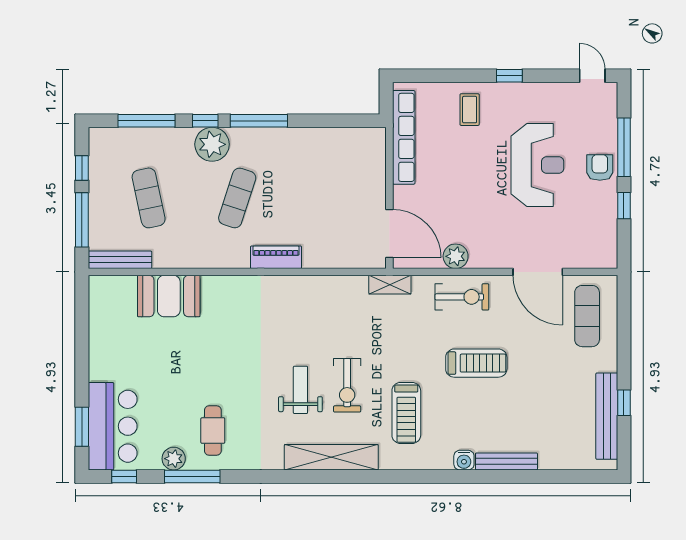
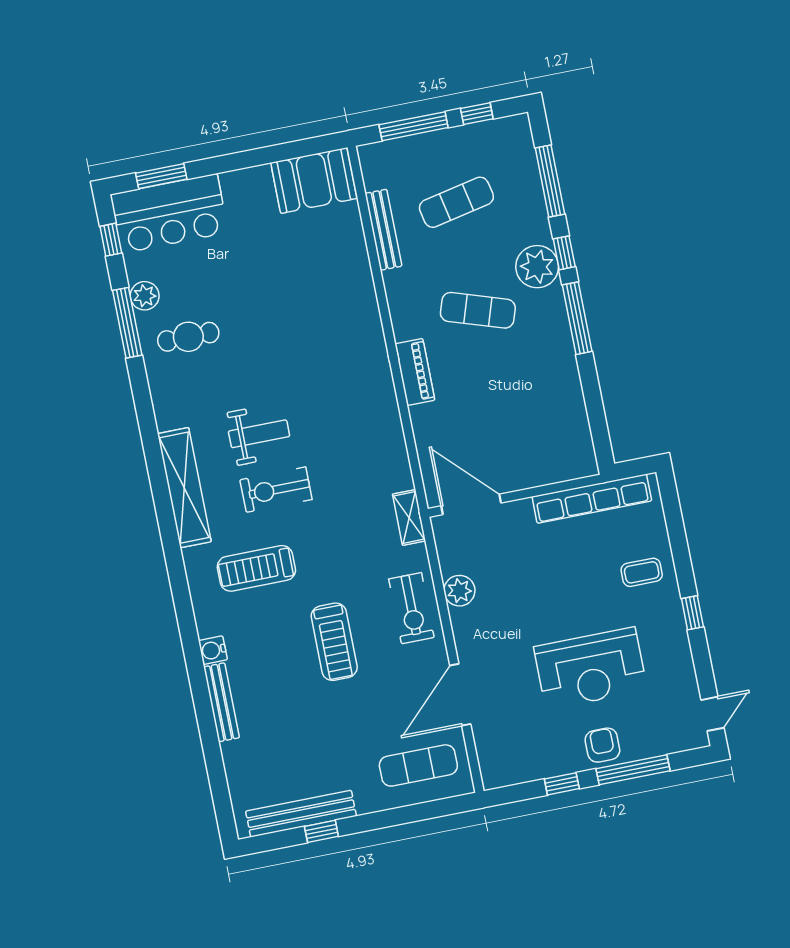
armchair: (600, 168) -> (602, 745), turned -90
door: (389, 234) -> (471, 504), swing flipped
bench: (120, 260) -> (383, 230), moved
booth: (169, 296) -> (314, 181), moved, turned 90

